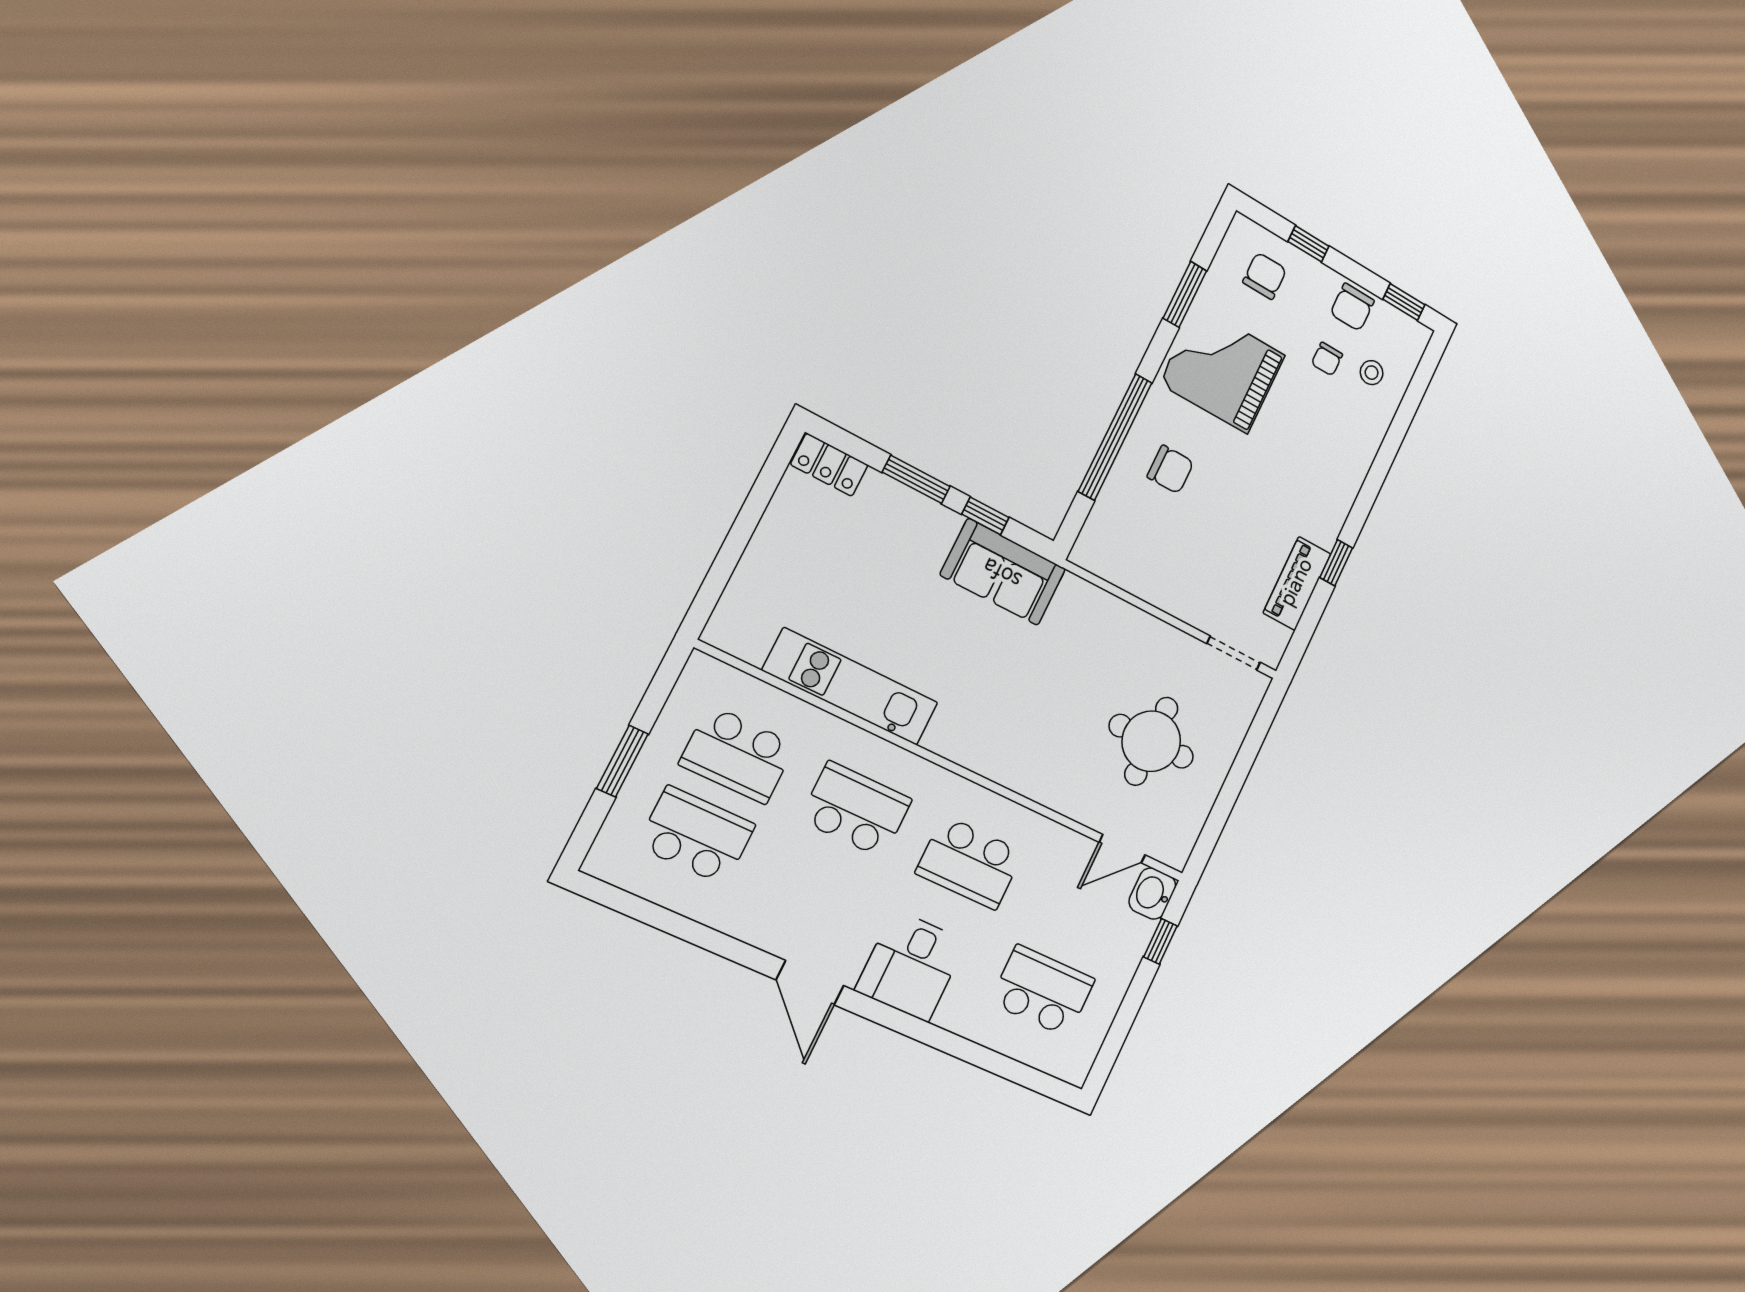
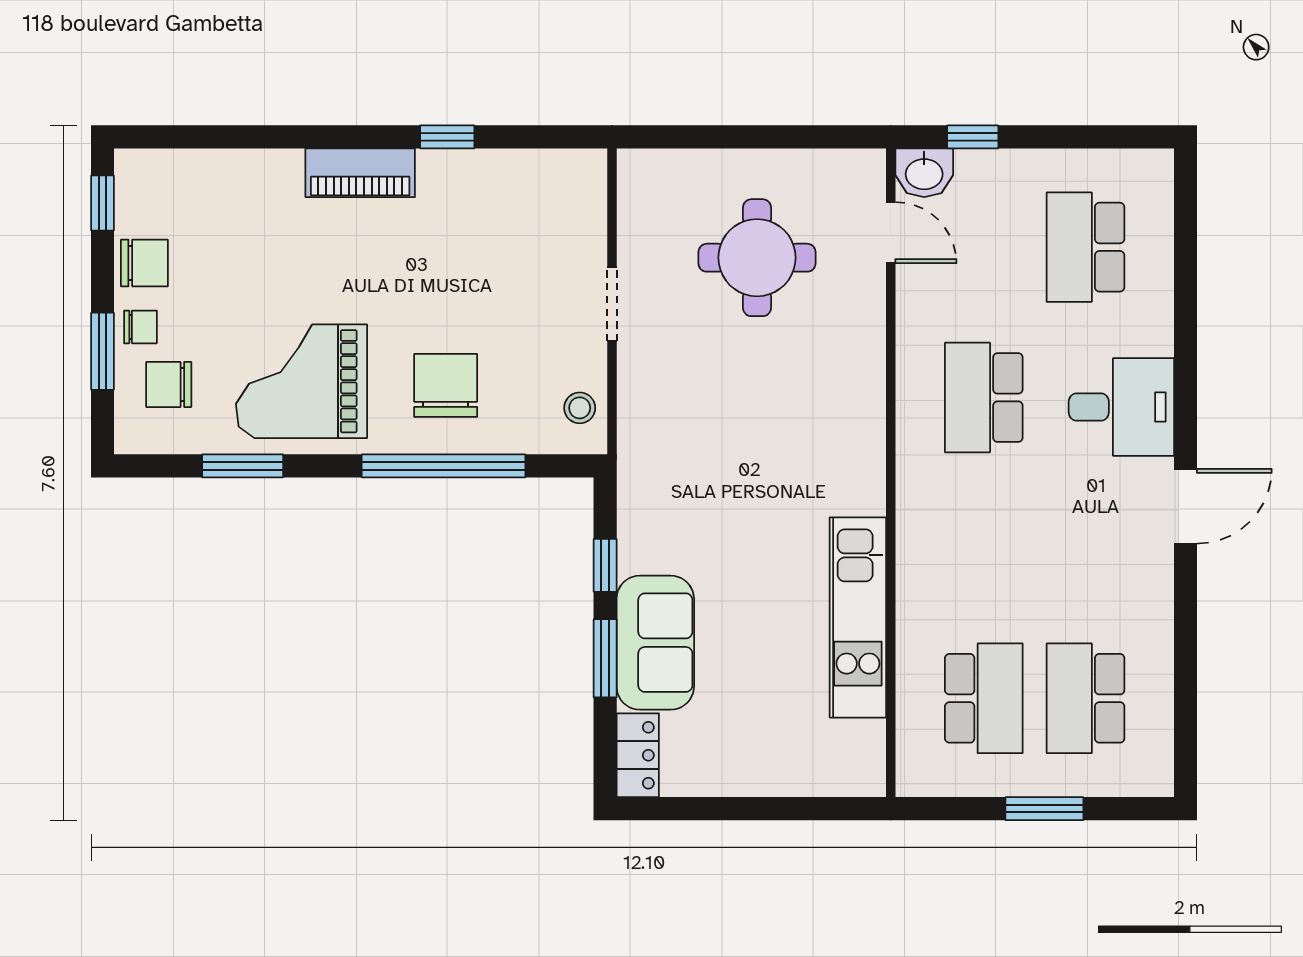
window: (1309, 244) -> (102, 351), width x1.50
chair: (1327, 359) -> (140, 327), moved
grand piano: (1222, 369) -> (302, 381), turned 90
stool: (1372, 373) -> (580, 408), moved
chair: (1170, 469) -> (446, 385), width x1.37, depth x1.37
sofa: (1003, 572) -> (655, 643), moved
piano: (1297, 583) -> (360, 173), moved
doorway: (1234, 653) -> (612, 304), moved
school desk: (856, 810) -> (984, 548), removed
school desk: (970, 863) -> (984, 398), turned 180

